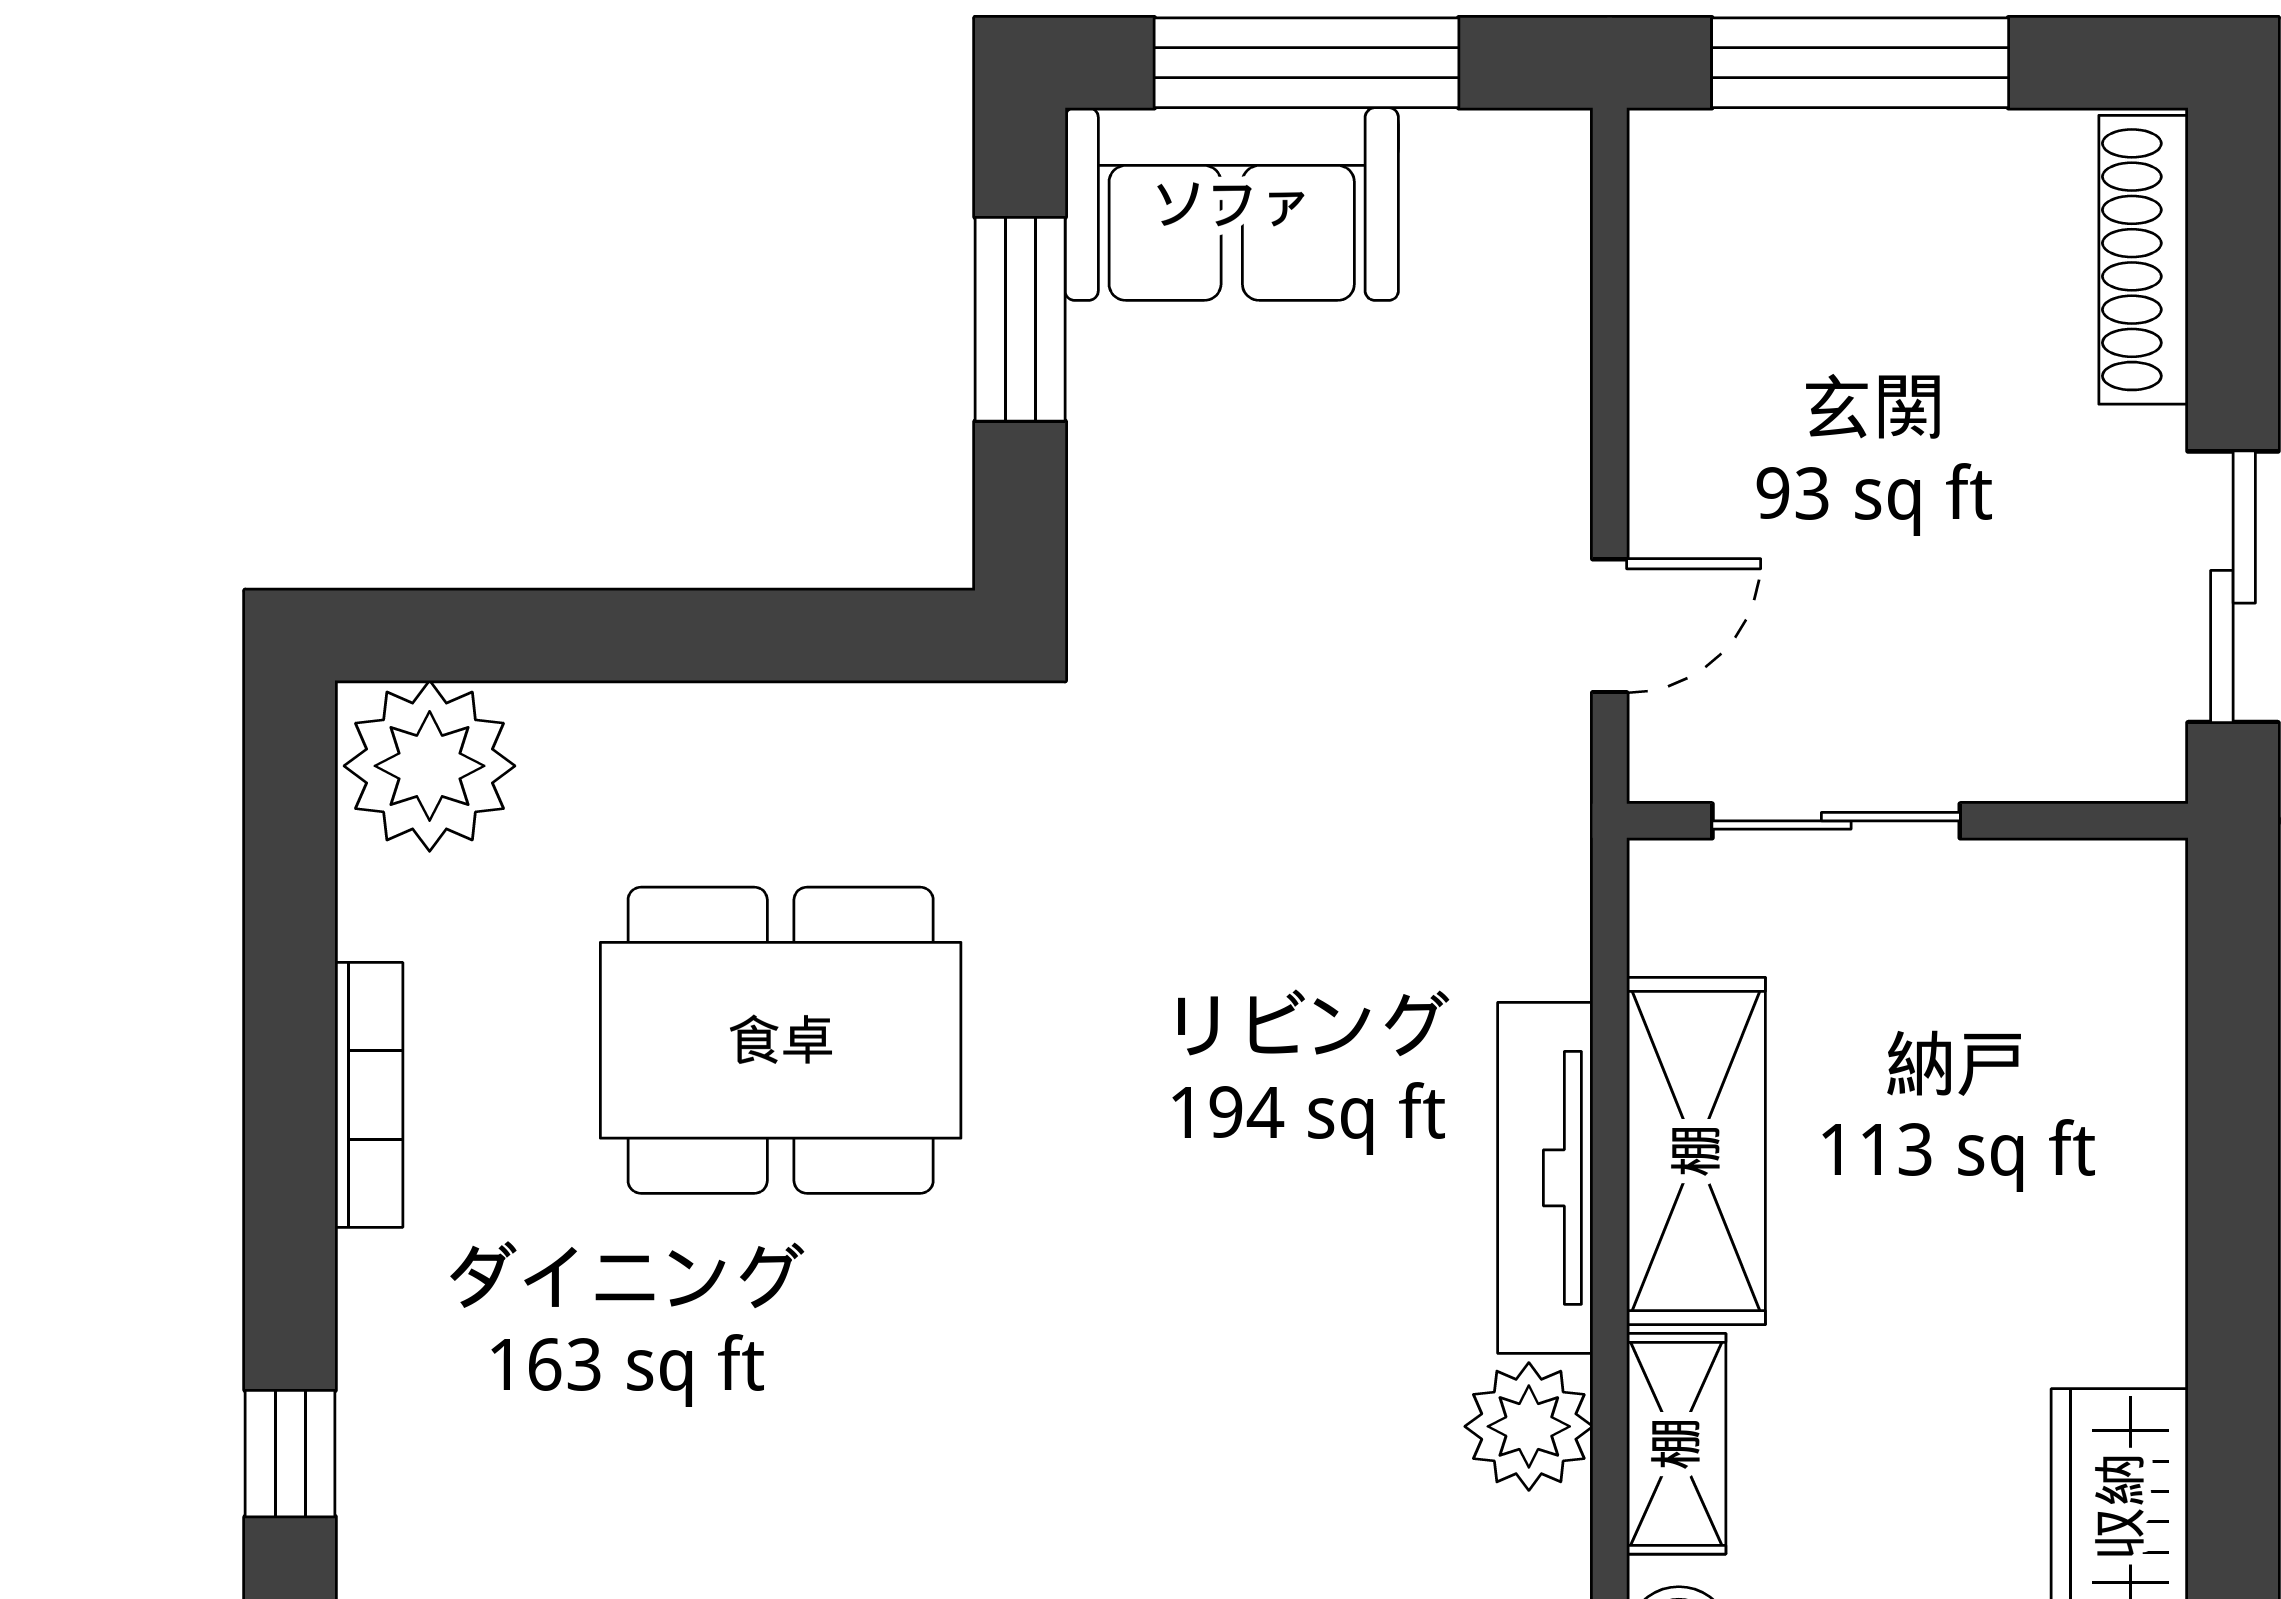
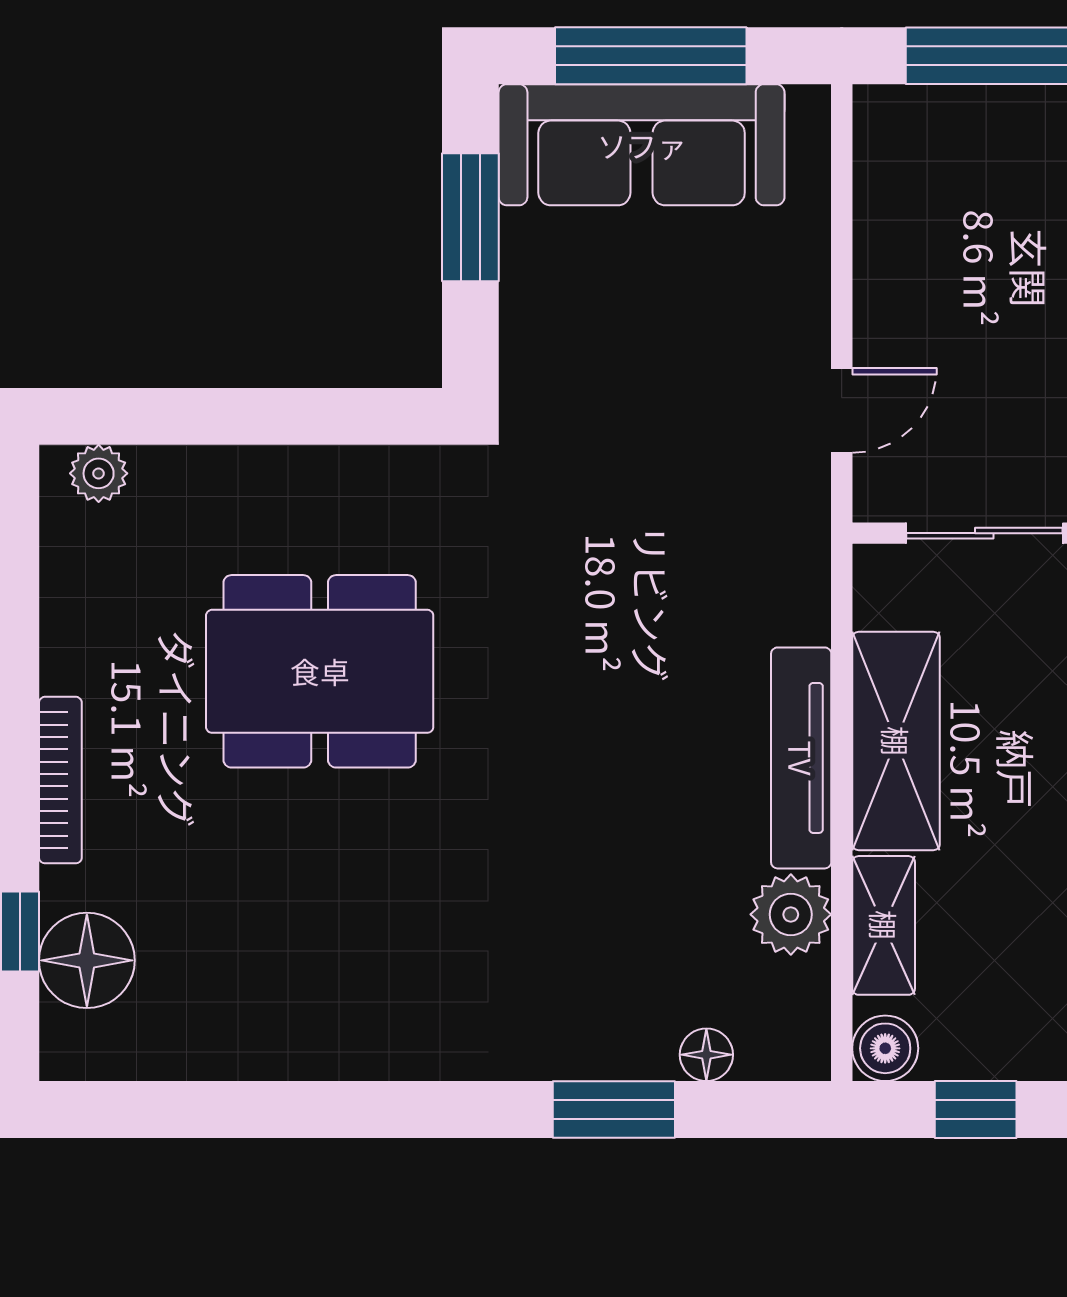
sofa: (1232, 204) -> (642, 145), width x1.36
plant: (430, 766) -> (99, 473), width x0.53, depth x0.53
bookcase: (369, 1095) -> (60, 780), moved
floor lamp: (411, 1499) -> (87, 960), added

